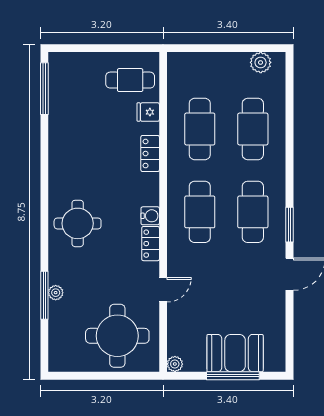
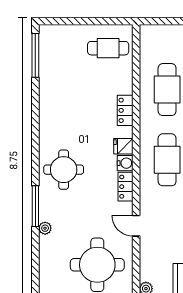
fridge: (148, 112) -> (123, 146), moved
door: (163, 290) -> (136, 226), swing flipped
window: (44, 295) -> (35, 206), moved

